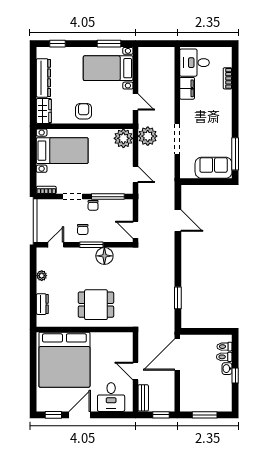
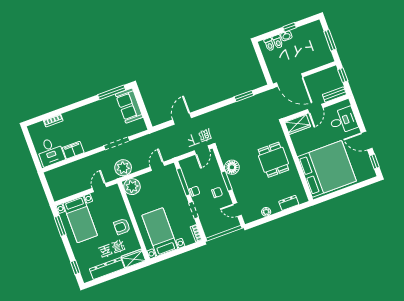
wardrobe: (125, 345) -> (298, 124), added

